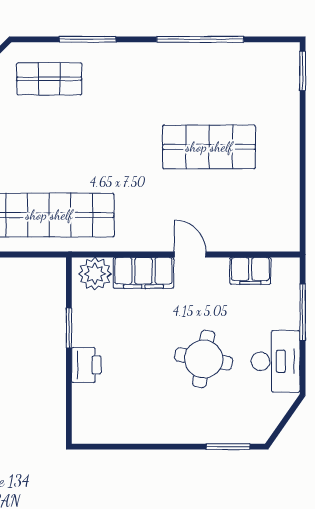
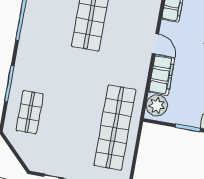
door: (190, 254) -> (155, 44), swing flipped

